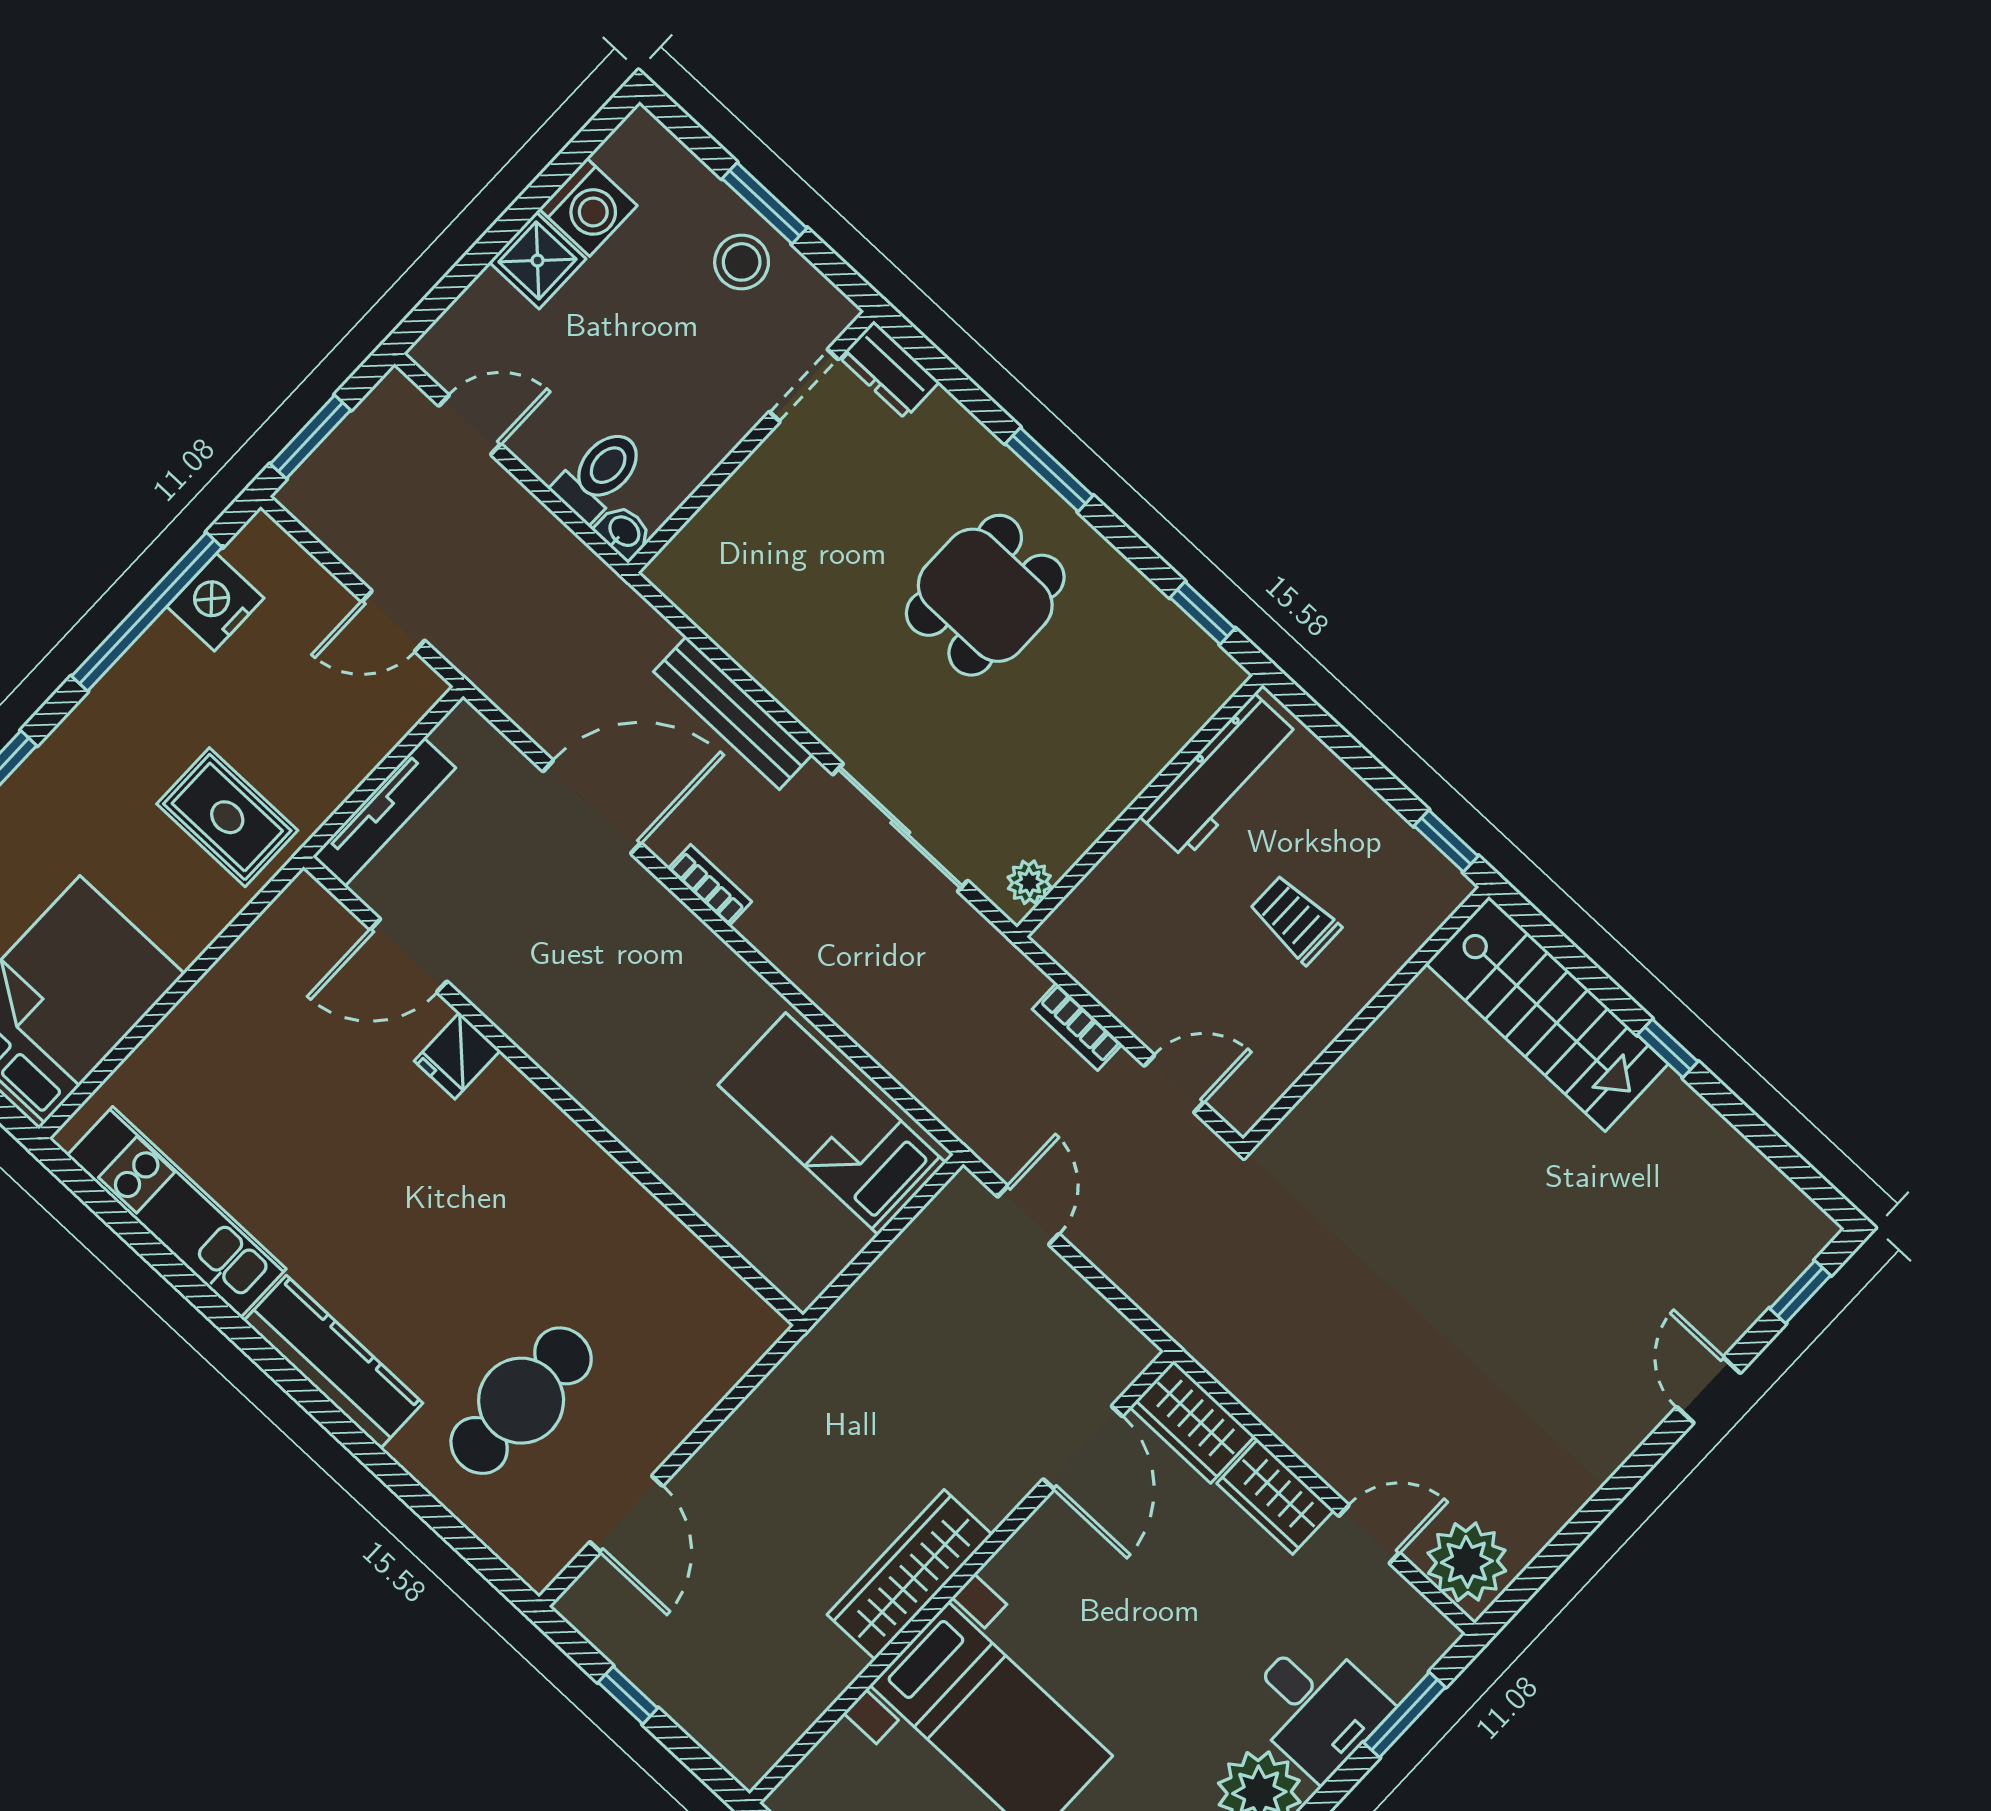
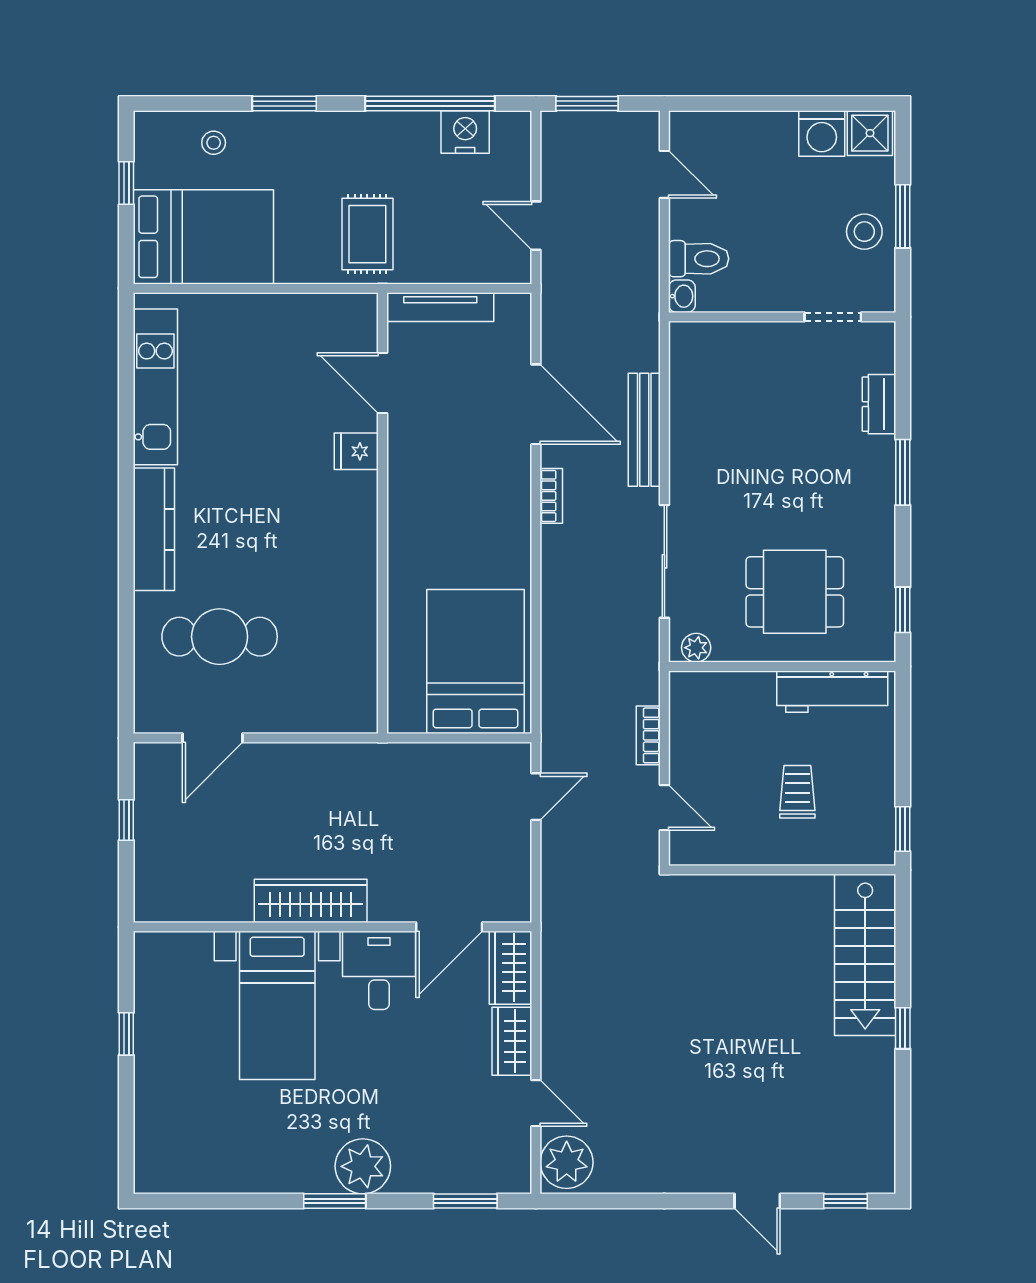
shower: (538, 261) -> (870, 133), moved
dresser: (889, 370) -> (879, 404), moved
dining table: (985, 595) -> (795, 592), moved
bed: (832, 1124) -> (476, 661), width x1.50
door: (1708, 1390) -> (757, 1201), swing flipped
desk: (1316, 1706) -> (379, 970), moved, turned 180

